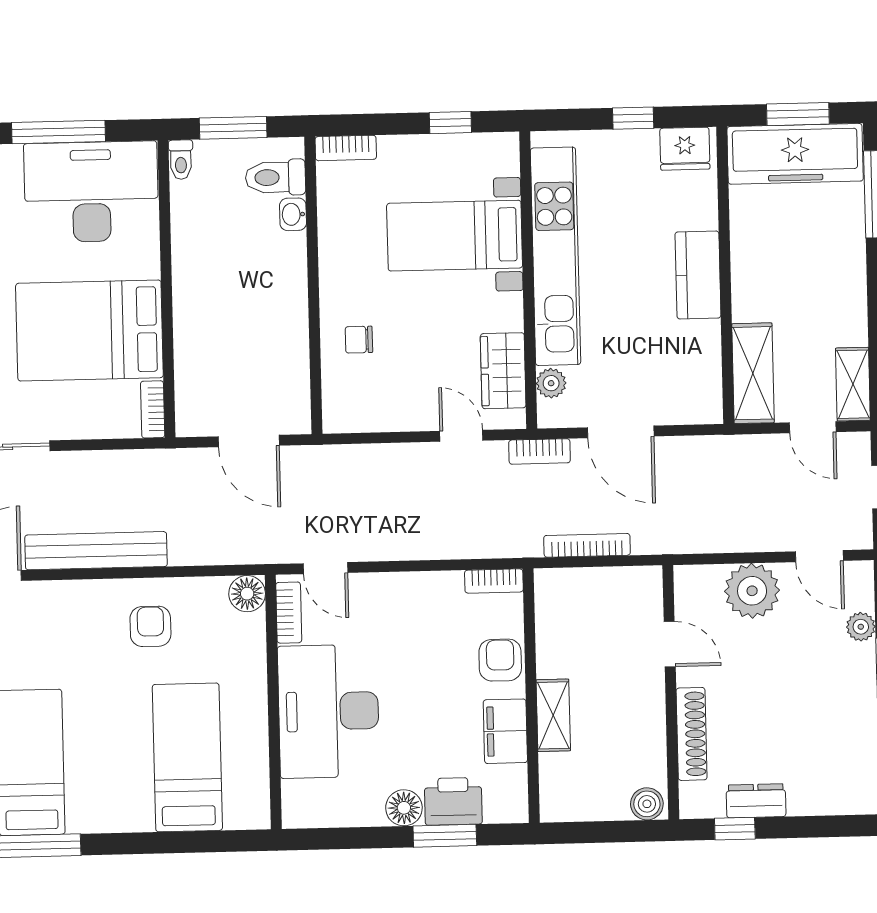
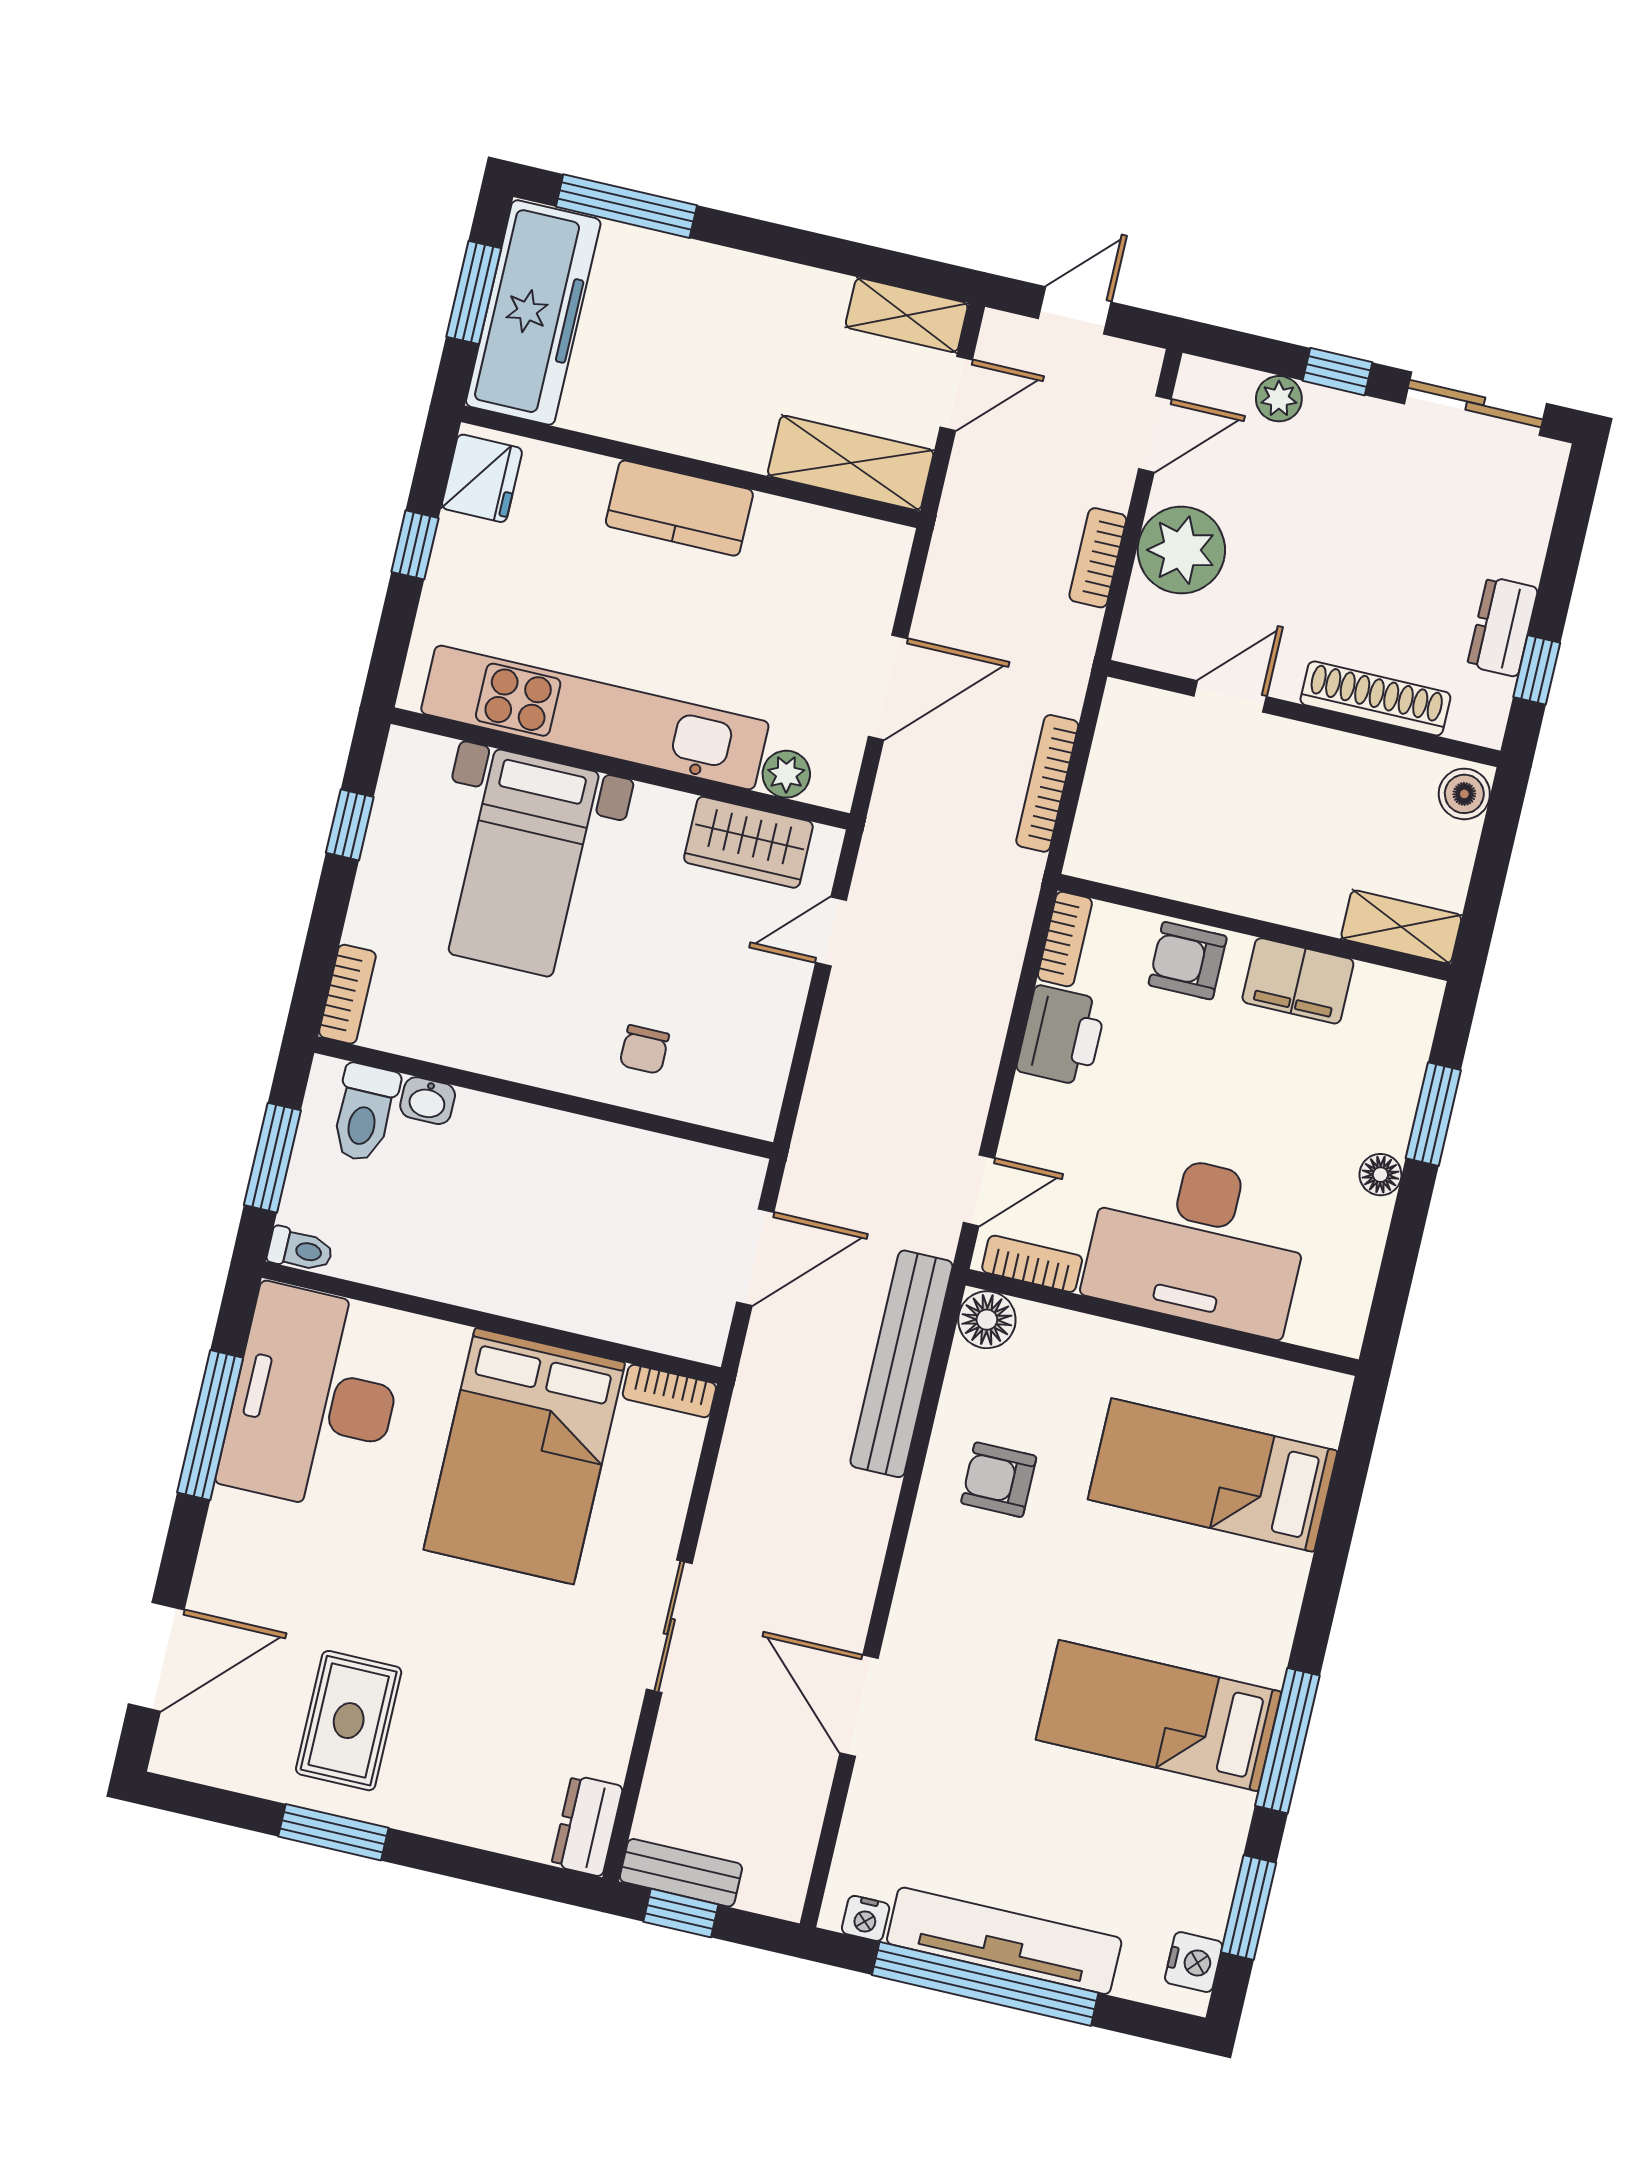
bookcase: (540, 451) -> (1098, 558), moved, turned 180
bench: (96, 551) -> (901, 1364), moved
shelving: (553, 715) -> (1401, 927), moved
printer: (453, 801) -> (1062, 1036), moved, turned 180
floor lamp: (404, 808) -> (1380, 1175), width x0.73, depth x0.73

